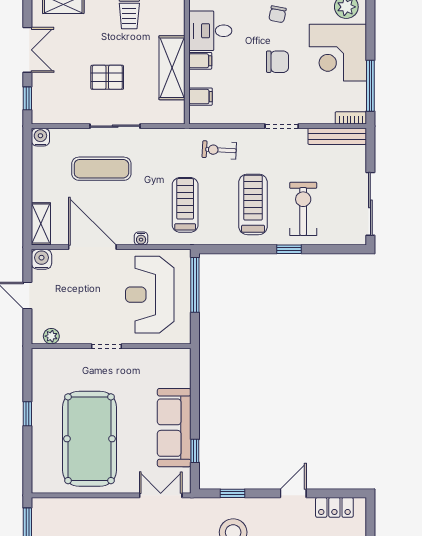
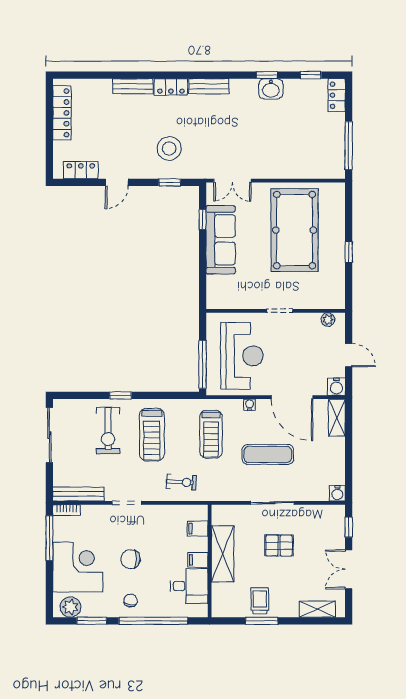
exercise mat: (101, 169) -> (268, 454), moved

